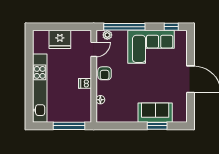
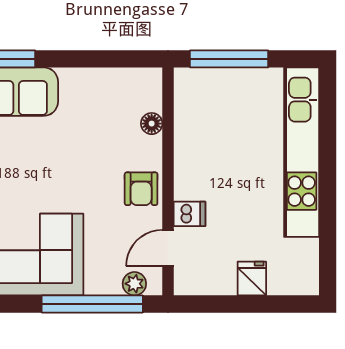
fridge: (60, 39) -> (252, 279), width x0.53, depth x0.75
armchair: (105, 73) -> (141, 189), turned 180
dishwasher: (85, 83) -> (189, 214), moved

